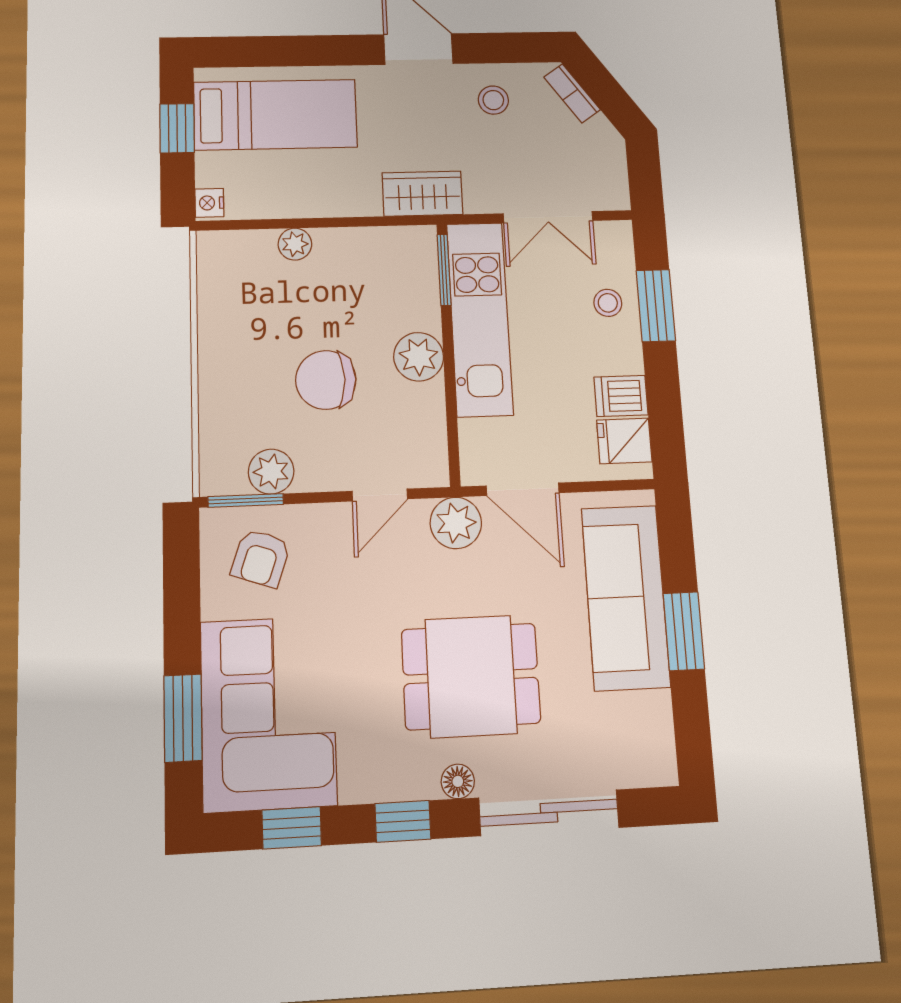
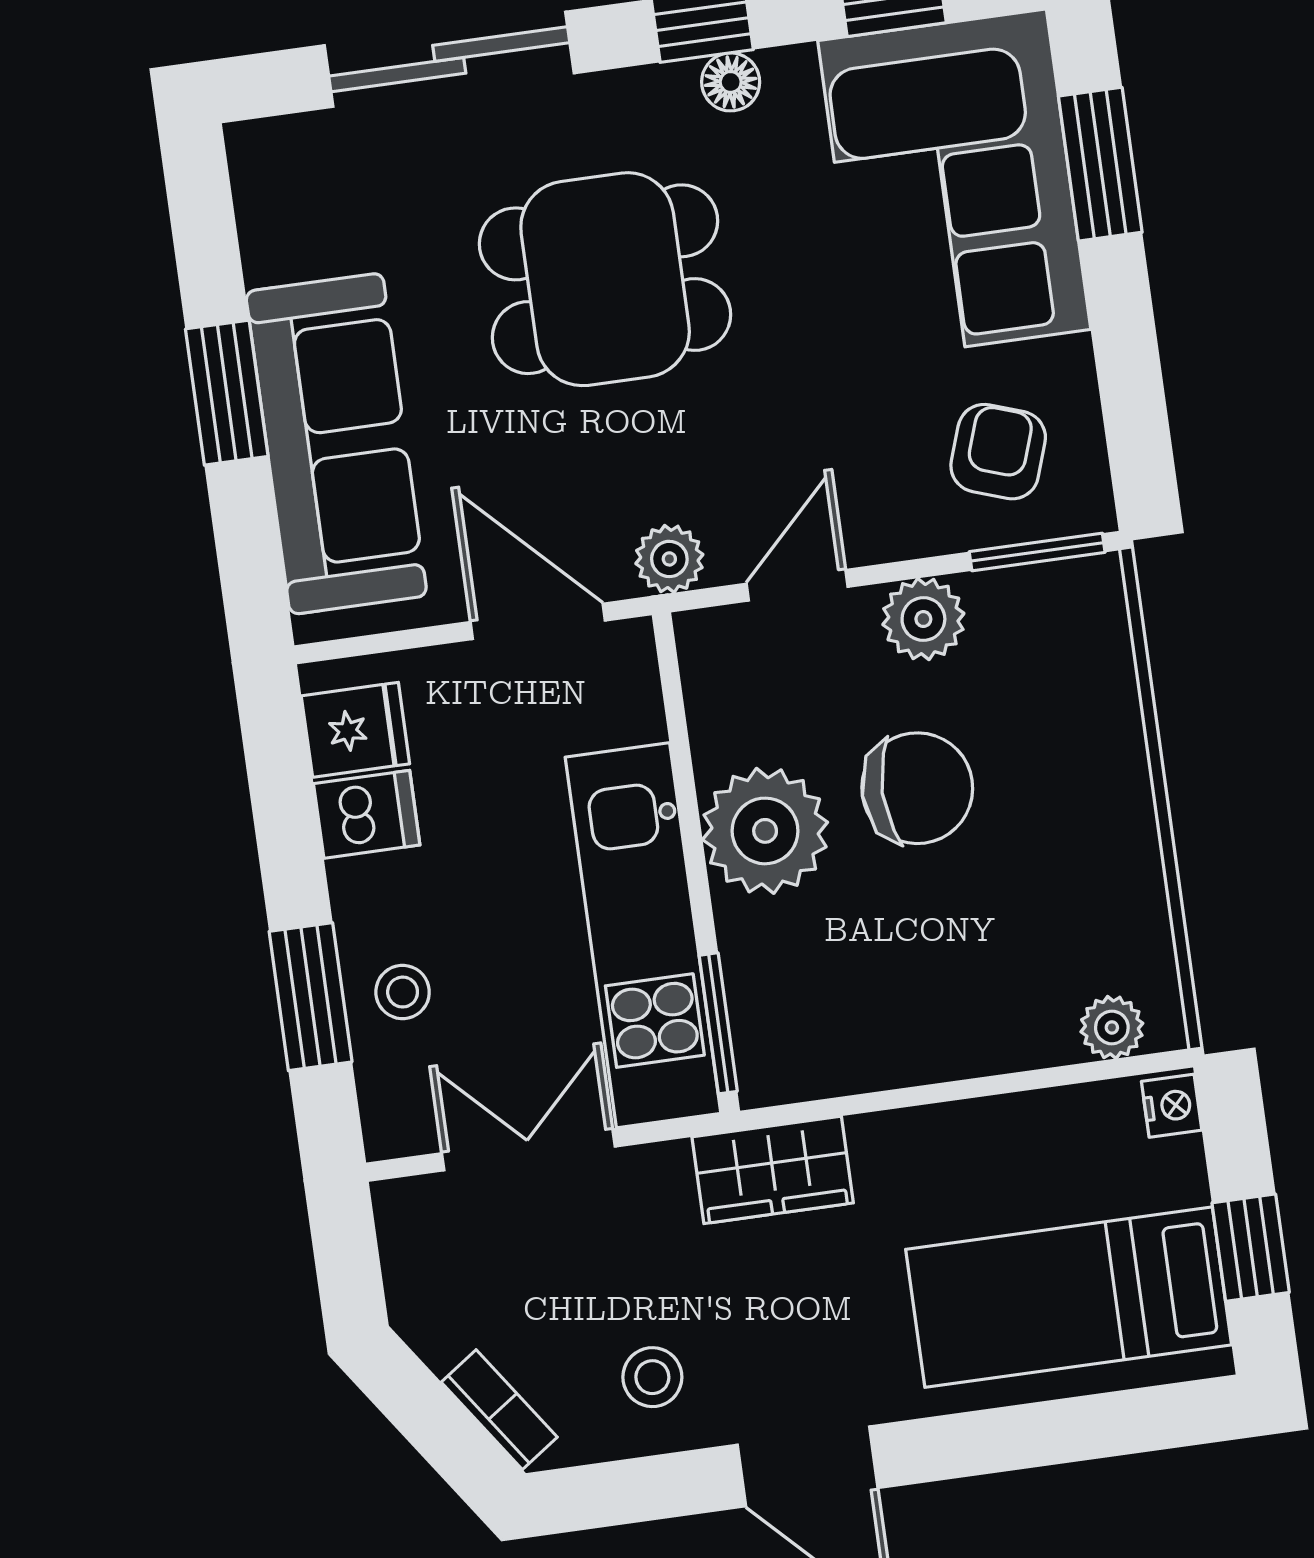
plant: (295, 244) -> (1112, 1027), moved
plant: (419, 357) -> (765, 831), width x1.36, depth x1.36
plant: (271, 472) -> (923, 619), moved
plant: (456, 523) -> (669, 559), width x0.73, depth x0.73
floor lamp: (458, 781) -> (731, 82), moved

